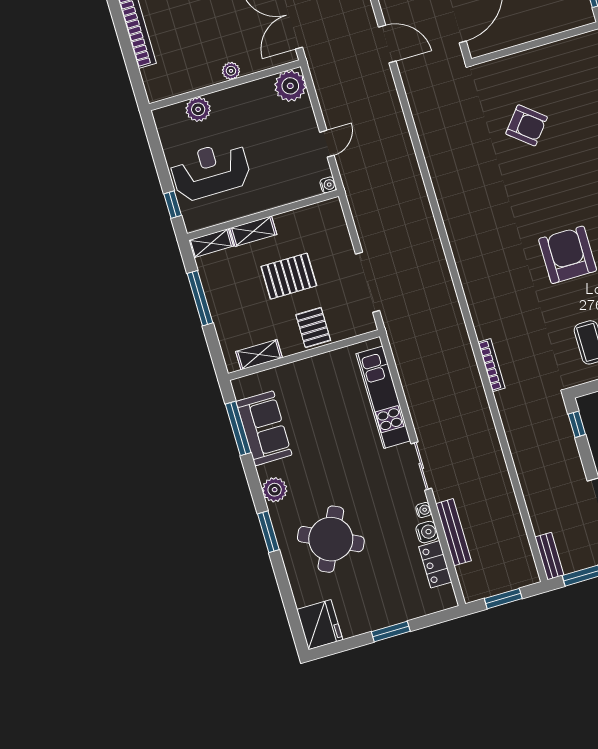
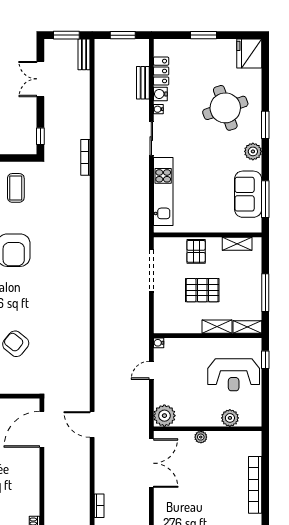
bookcase: (491, 365) -> (85, 157), moved
bench: (453, 532) -> (143, 83), width x0.73
round table: (331, 539) -> (225, 108), turned 45

